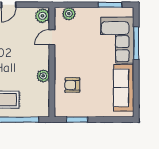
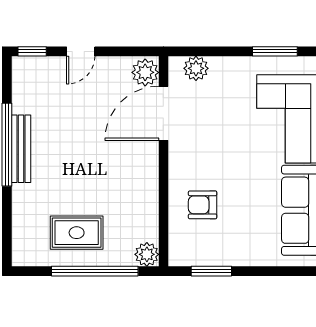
door: (52, 37) -> (163, 113), width x1.87
plant: (43, 76) -> (147, 254), moved

